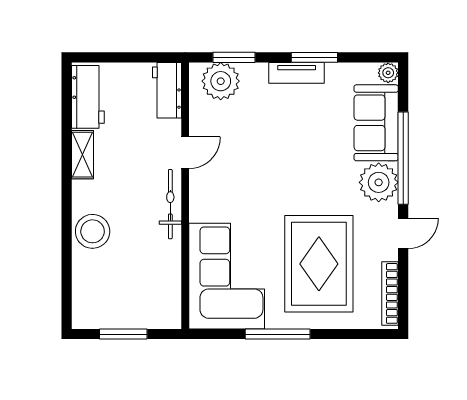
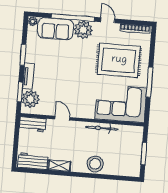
tv unit: (297, 73) -> (28, 76), moved
bicycle: (170, 204) -> (102, 128), moved

